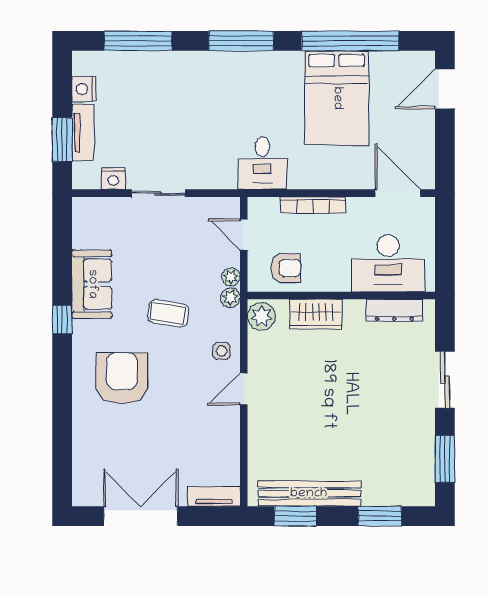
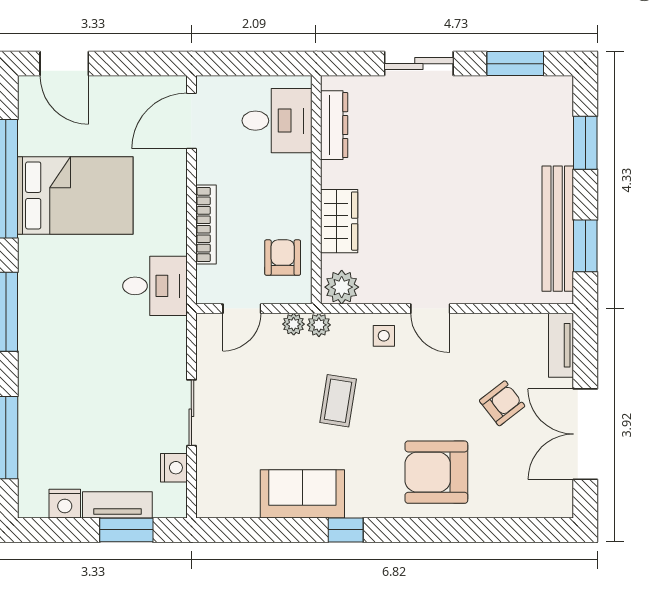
desk: (388, 263) -> (277, 121), width x0.73
armchair: (122, 378) -> (436, 472), moved
armchair: (166, 448) -> (502, 403), added

